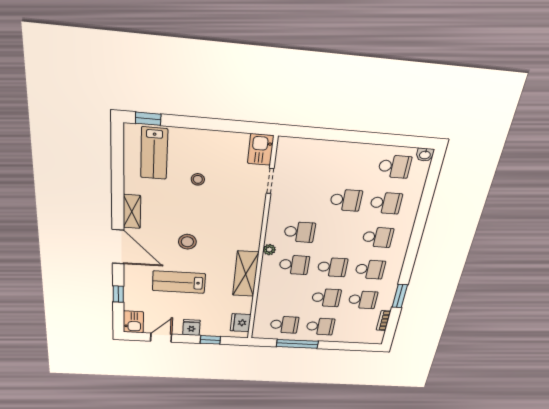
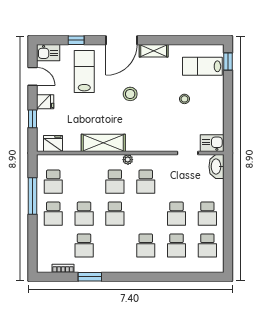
washbasin: (425, 155) -> (216, 167), moved, width x1.91, depth x1.45
school desk: (370, 269) -> (207, 214), moved
lab bench: (179, 282) -> (84, 72), moved

